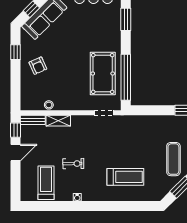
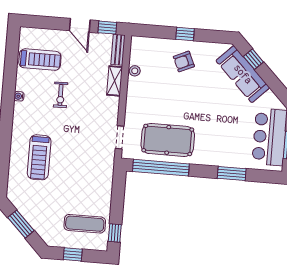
window: (15, 52) -> (185, 34), moved
exercise mat: (173, 159) -> (85, 224), moved

